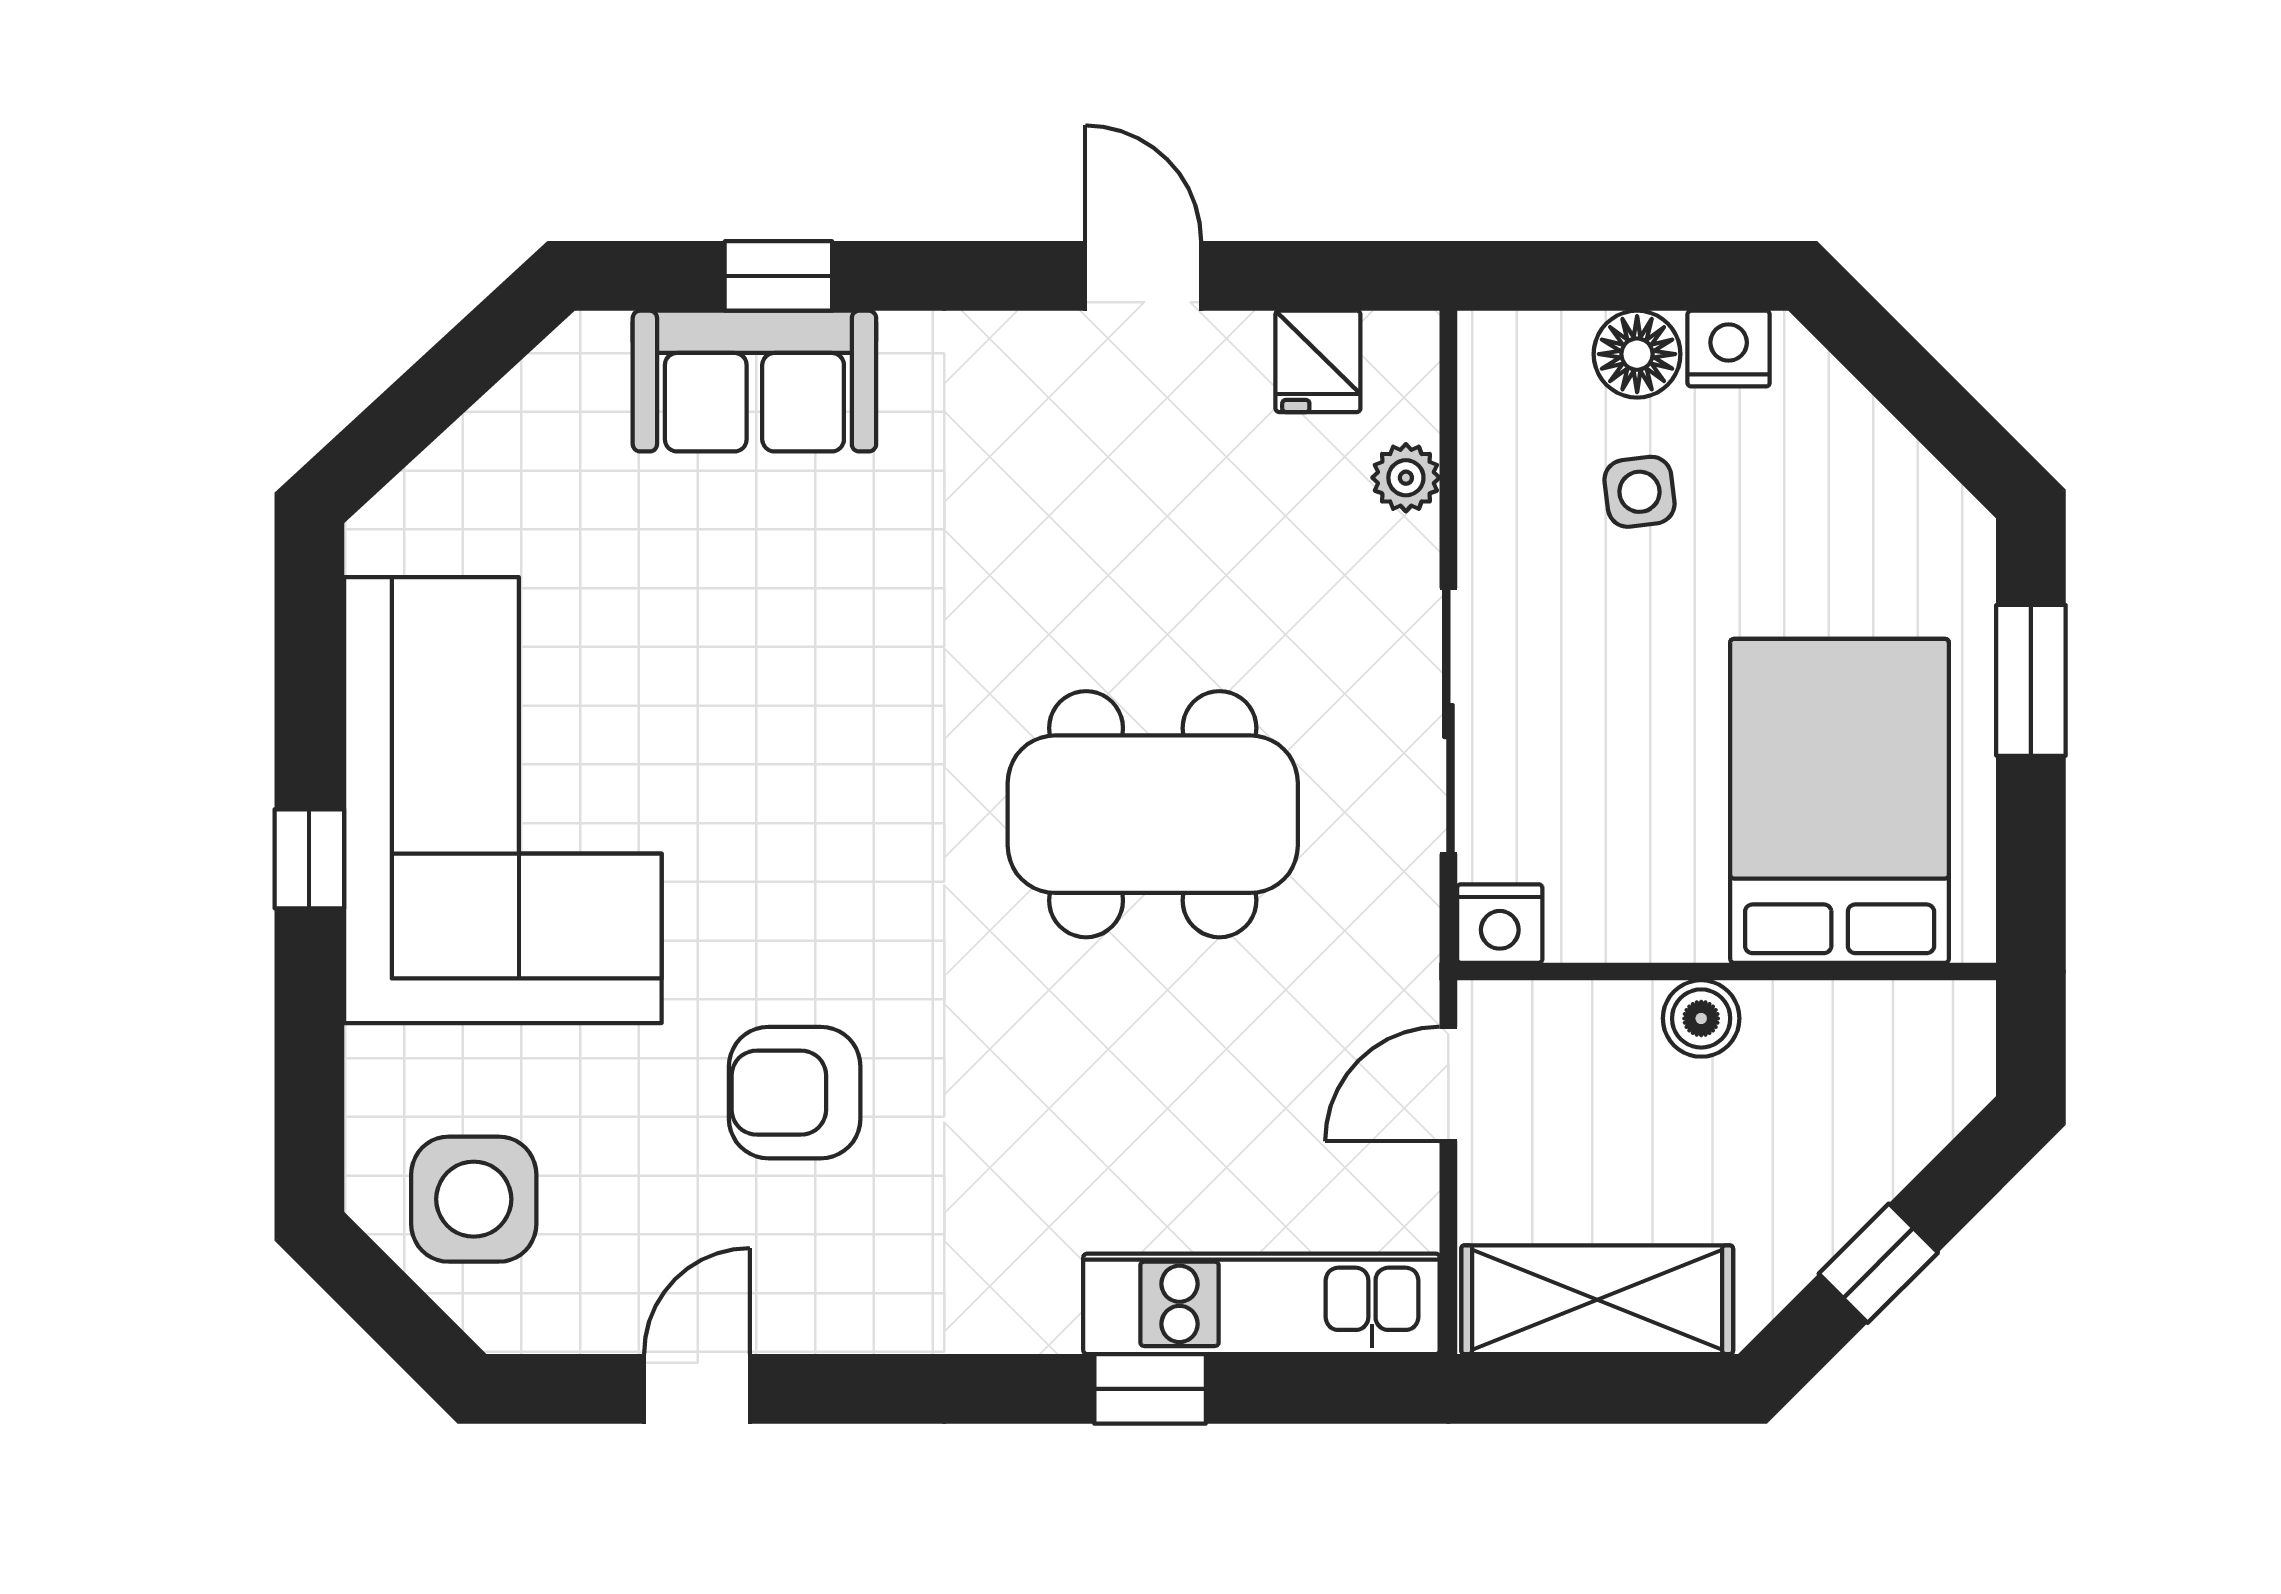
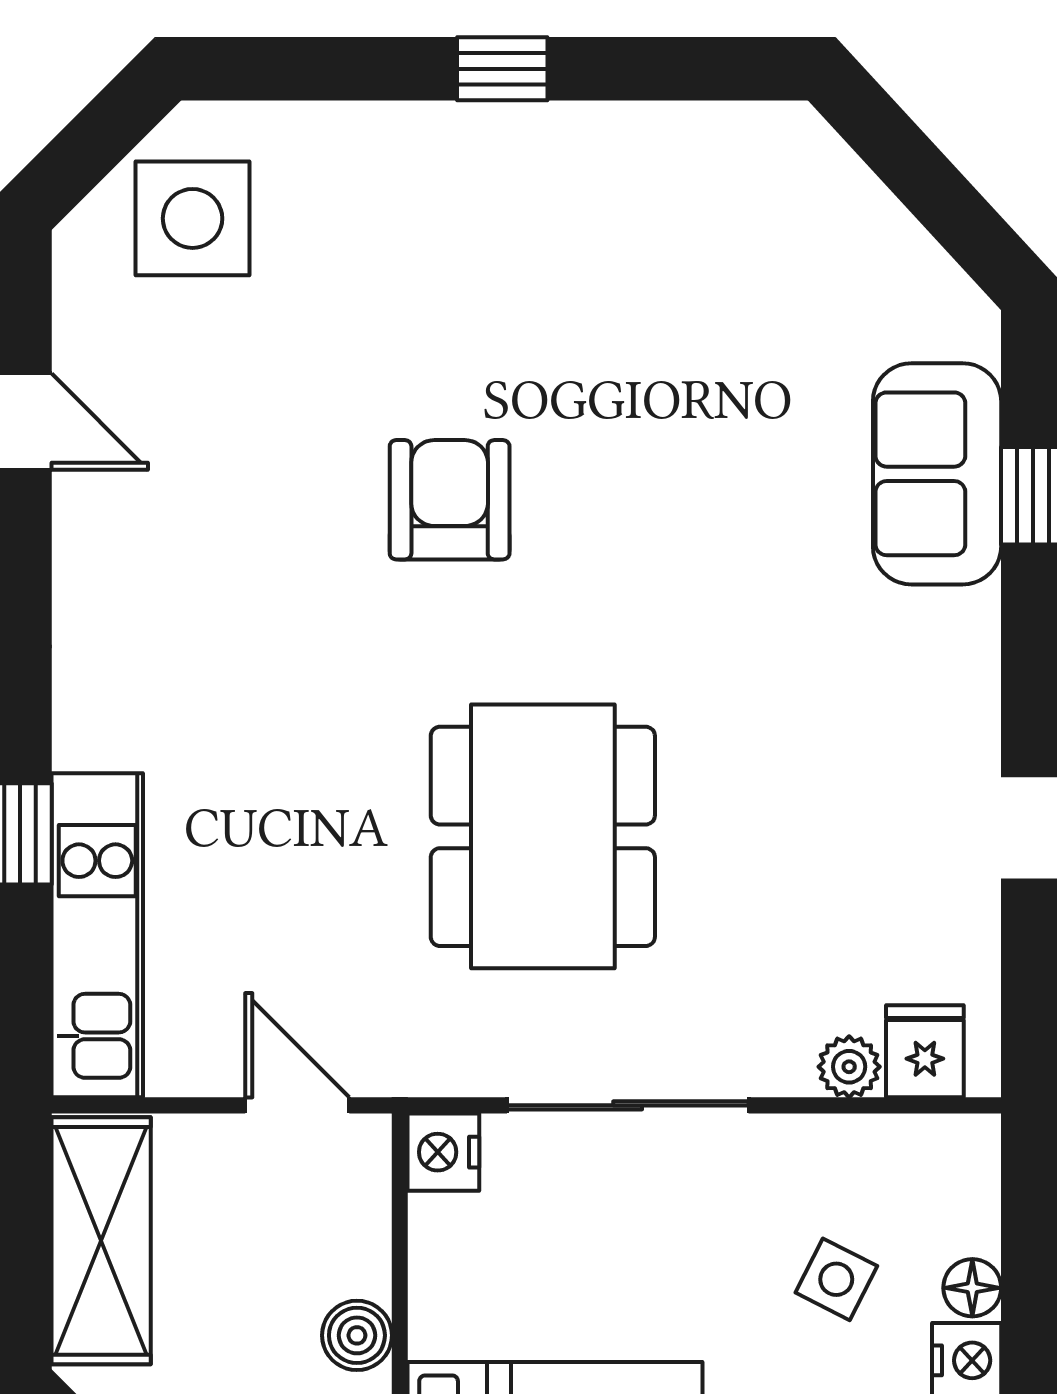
floor lamp: (1637, 354) -> (972, 1288), width x0.73, depth x0.73
fridge: (1318, 361) -> (925, 1051), moved, turned 90
side table: (1640, 492) -> (836, 1279), turned 34
corner sofa: (503, 800) -> (556, 245), removed
armchair: (795, 1093) -> (450, 500), moved

